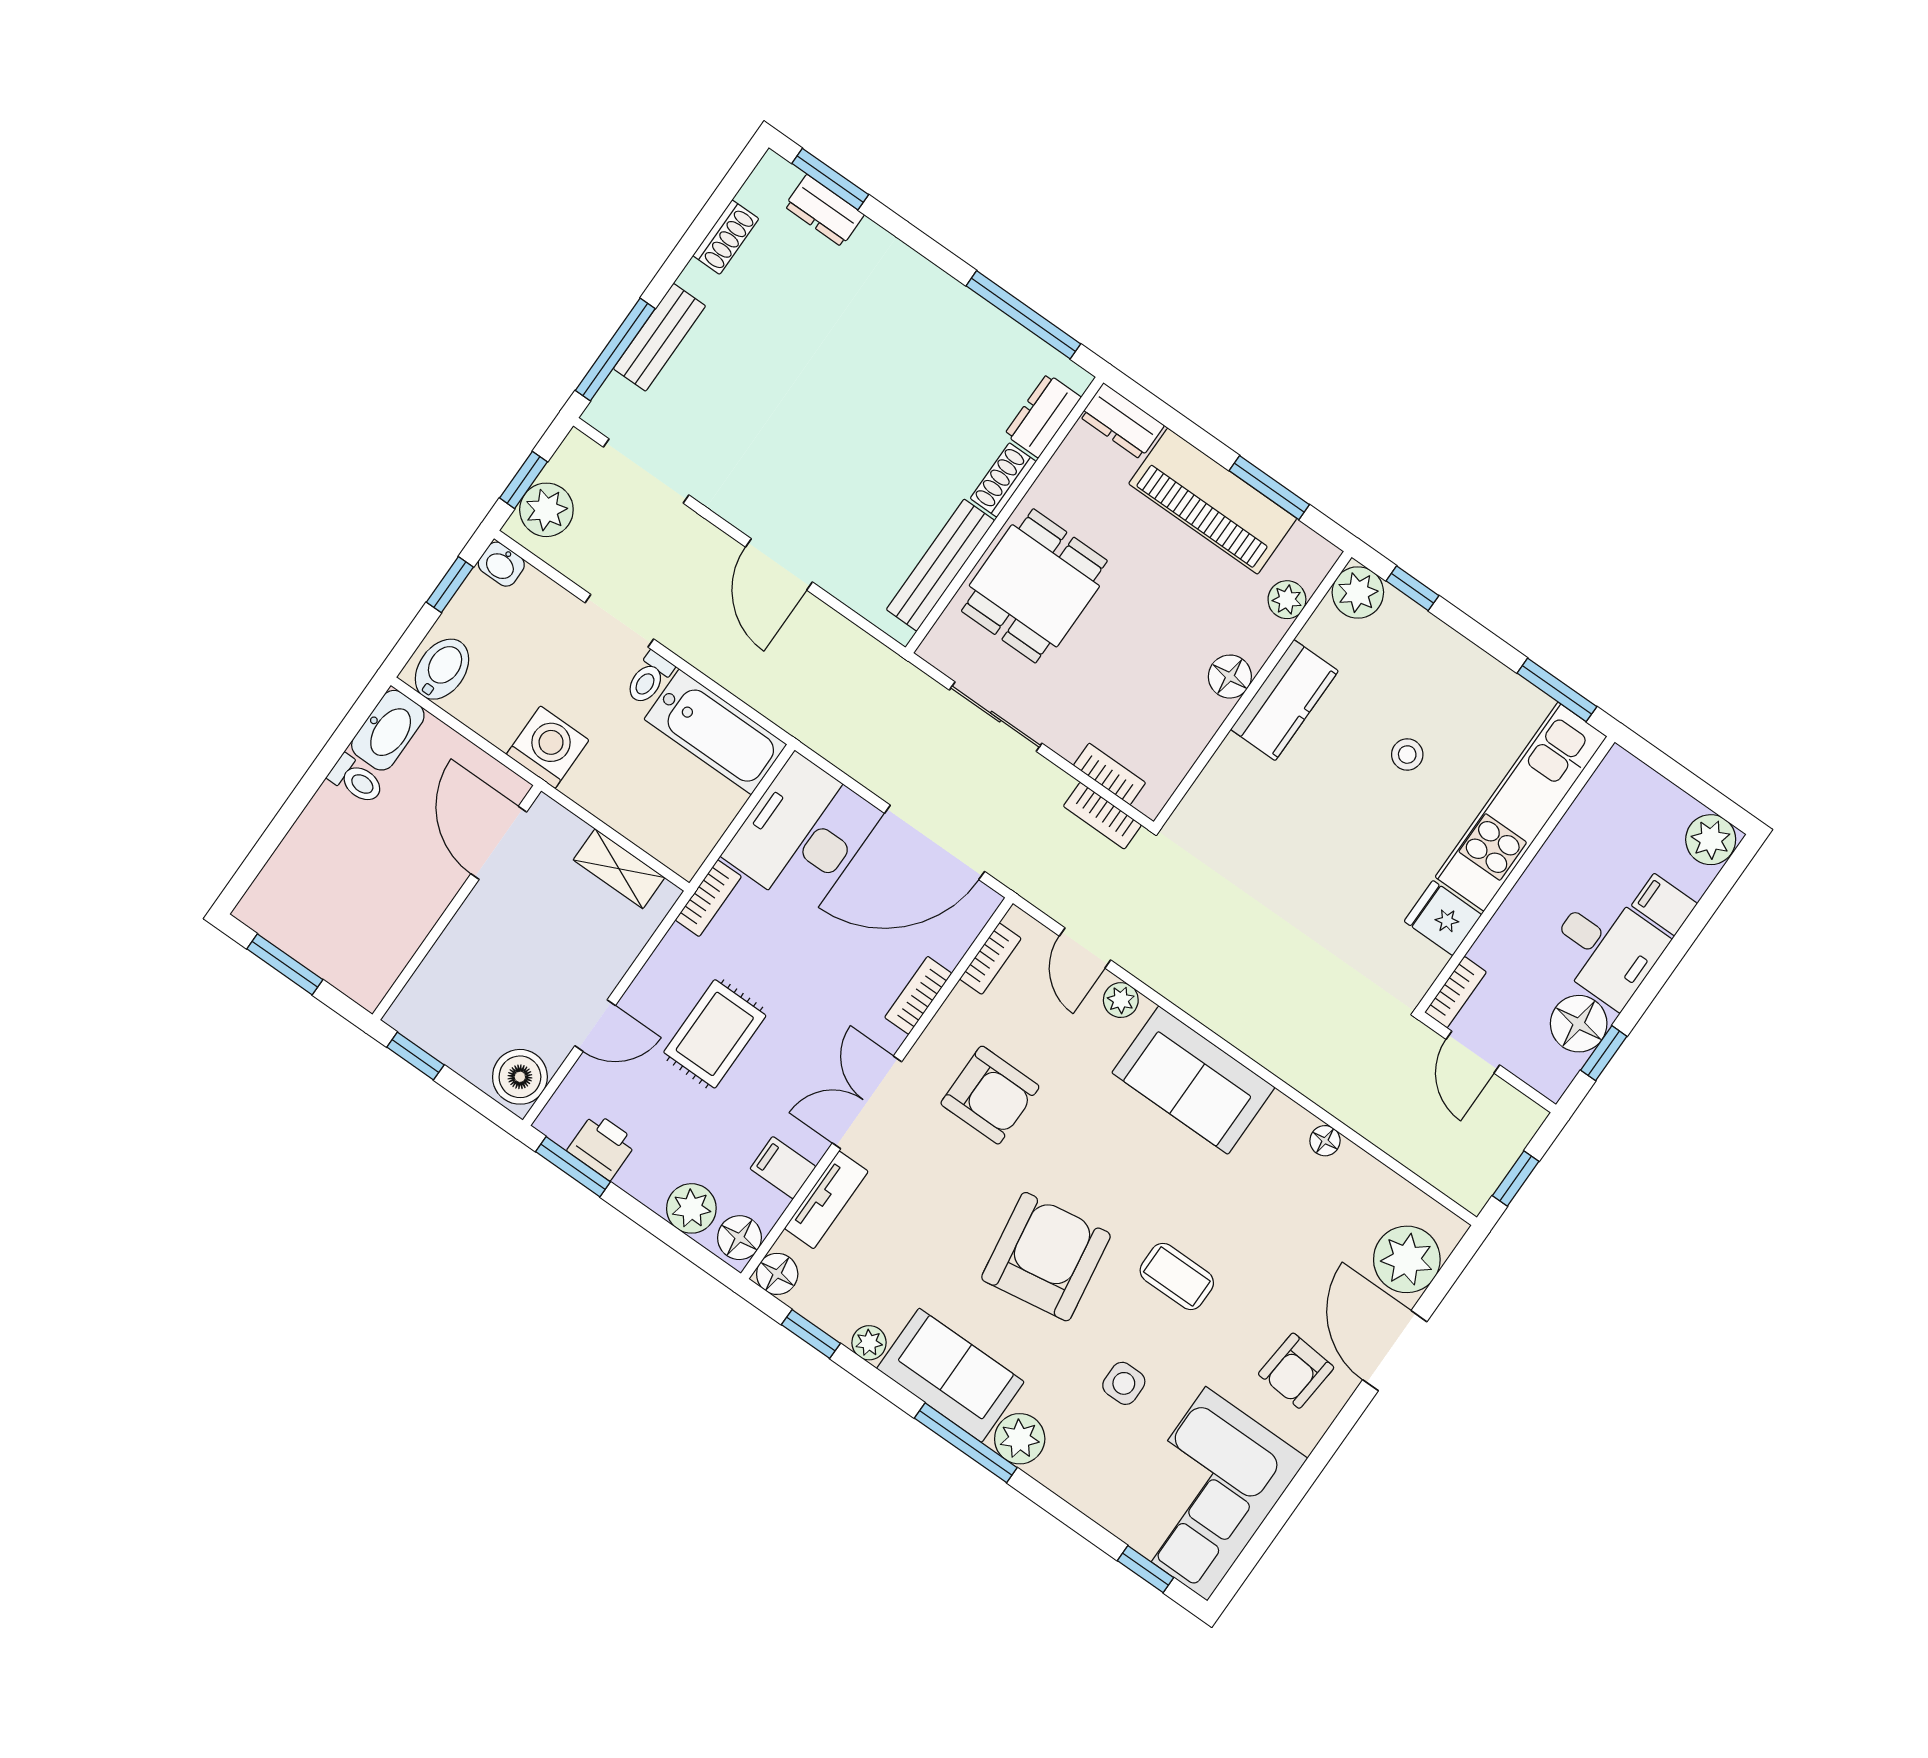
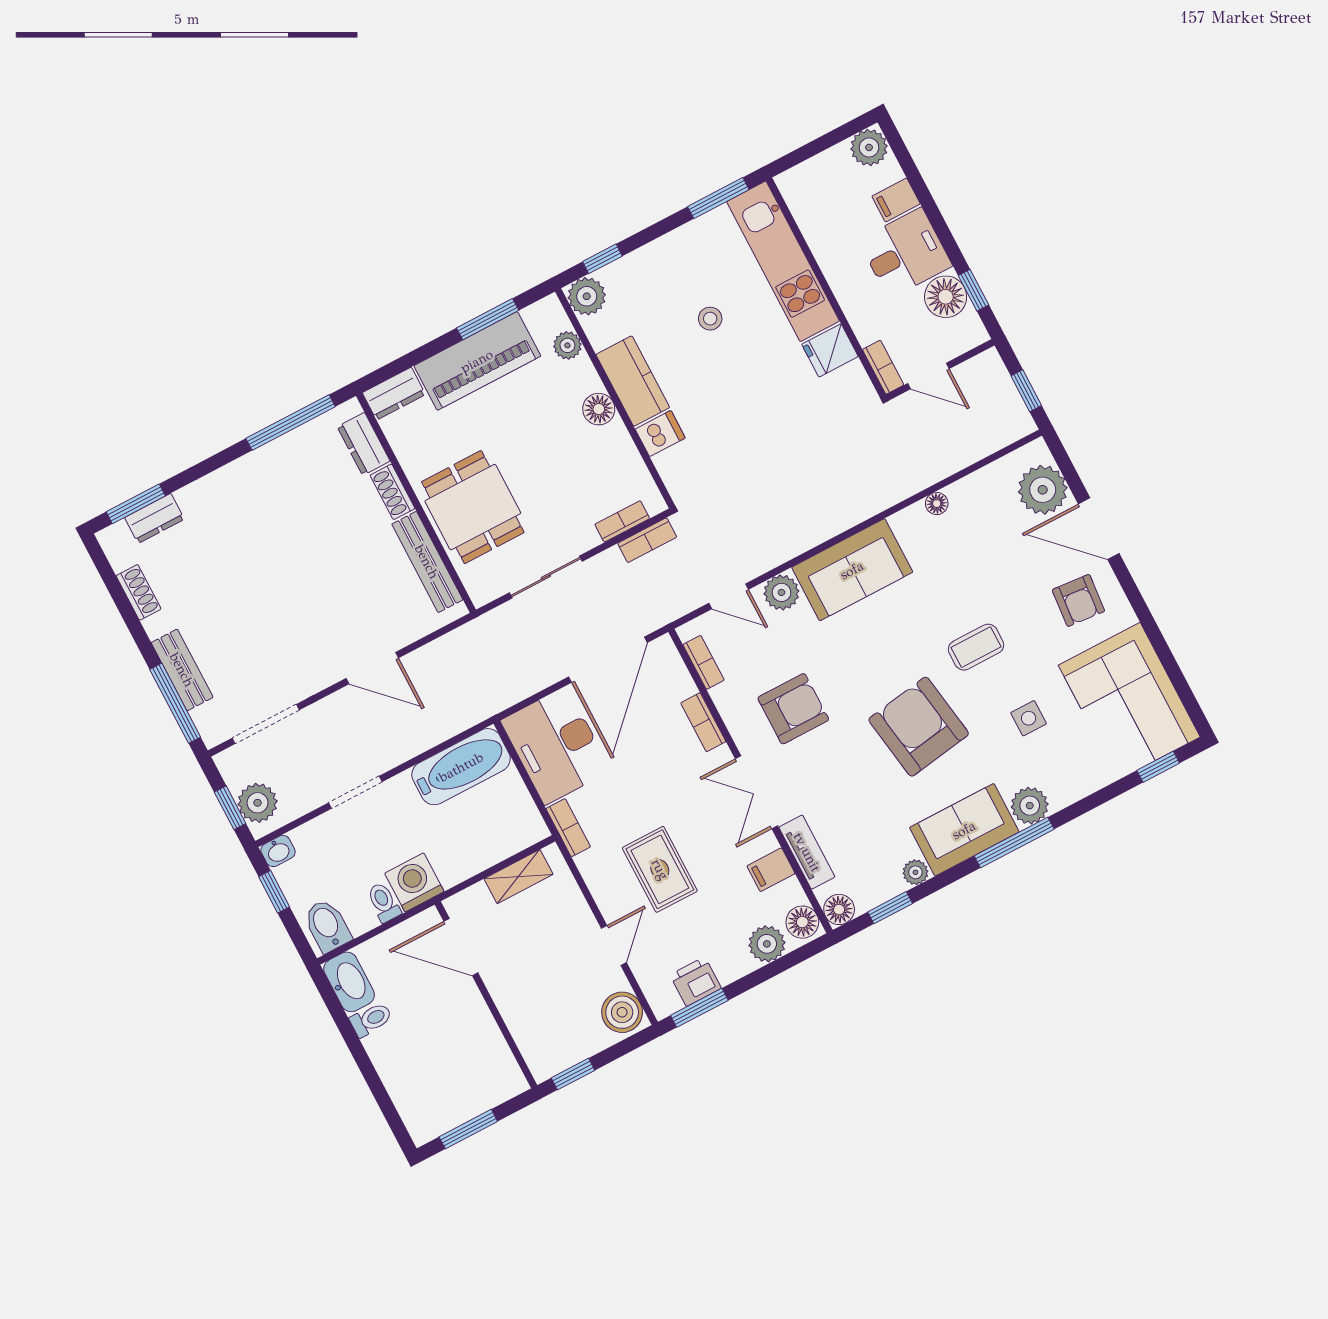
toilet: (649, 678) -> (384, 902), moved, turned 180
dishwasher: (1238, 765) -> (660, 434), added
plant: (1121, 1000) -> (782, 592), width x1.38, depth x1.38

